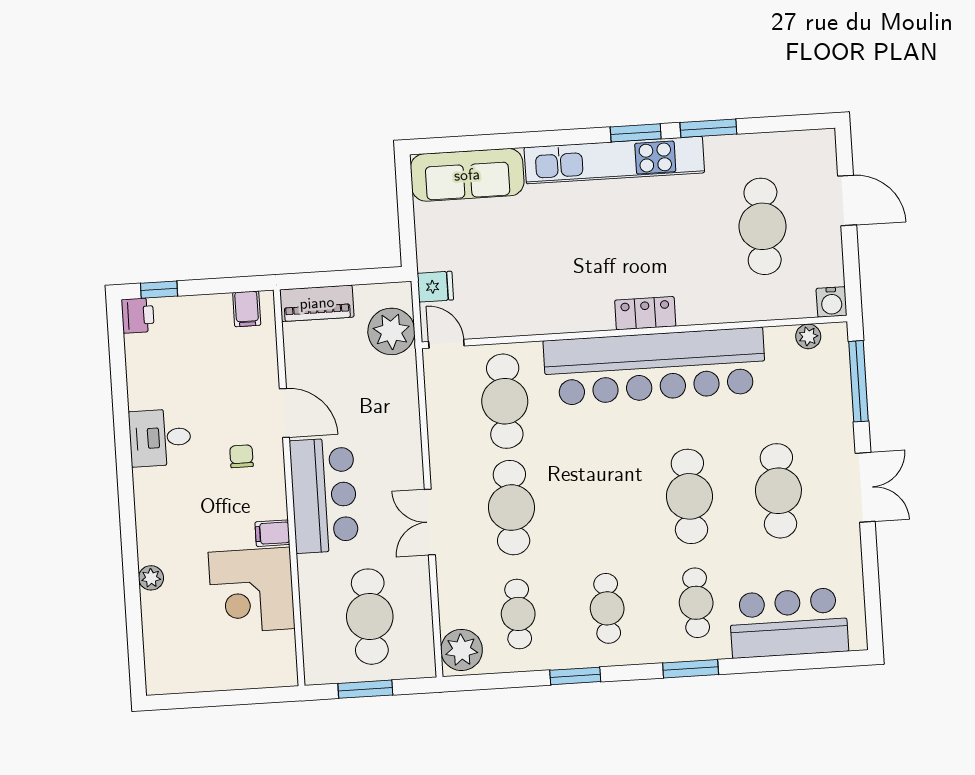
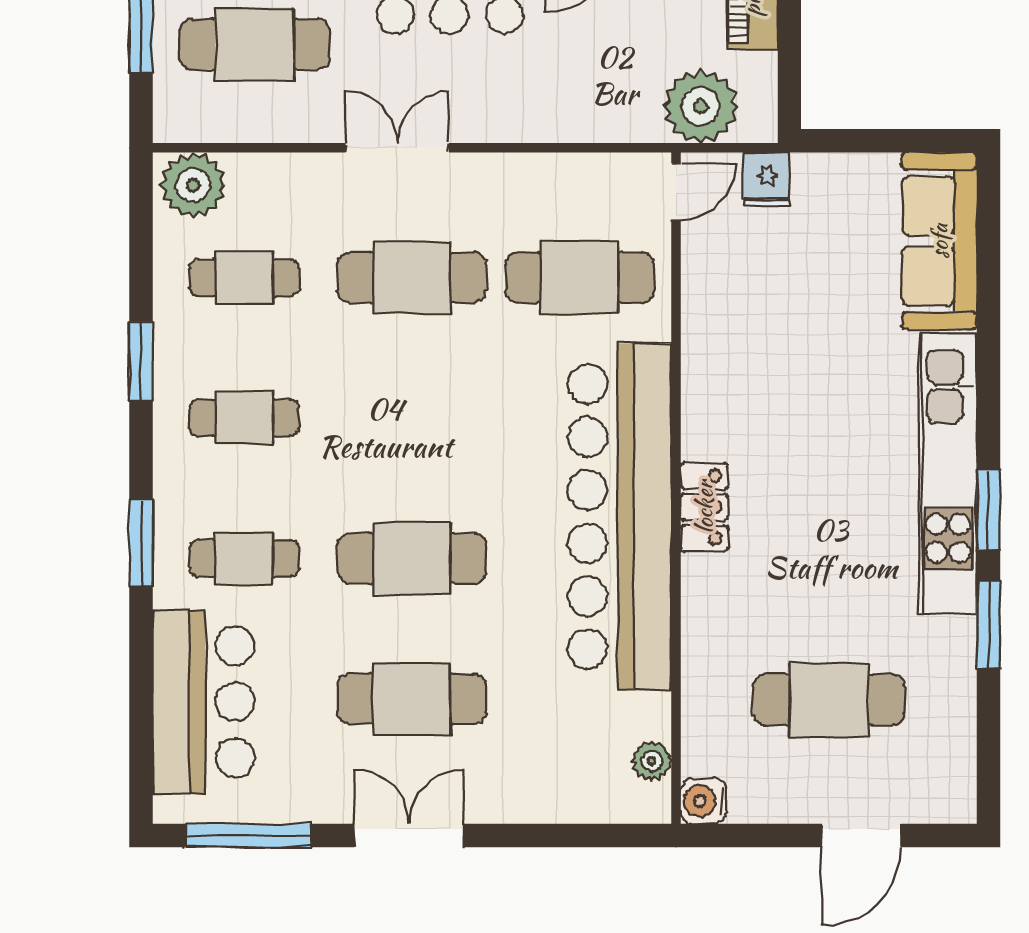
window: (859, 381) -> (249, 836), moved
double door: (865, 487) -> (409, 836), swing flipped

